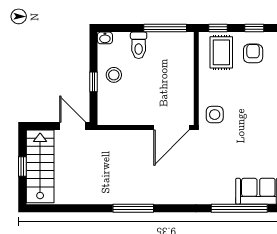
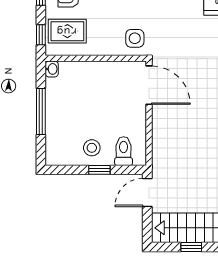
window: (165, 28) -> (41, 111), moved
washbasin: (105, 38) -> (52, 69), moved
toilet: (139, 45) -> (124, 151), moved, turned -90

